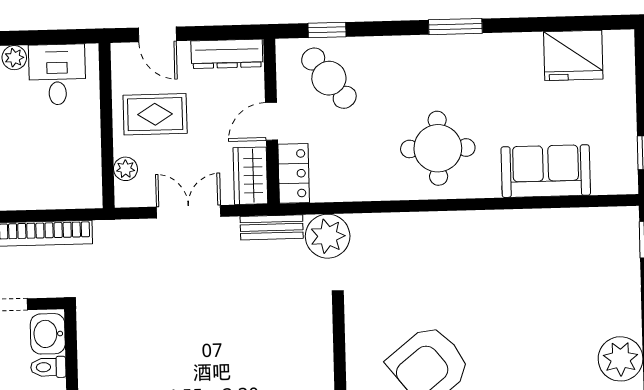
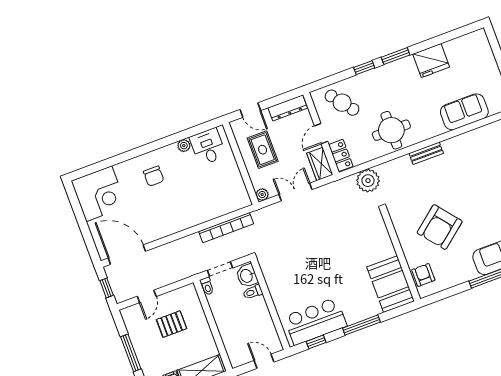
window: (327, 30) -> (364, 68), moved
fridge: (573, 55) -> (431, 60), moved
rug: (155, 114) -> (263, 150), turned 90
round table: (438, 148) -> (391, 130), moved
plant: (126, 169) -> (262, 195), moved
bench: (272, 227) -> (426, 153), moved

